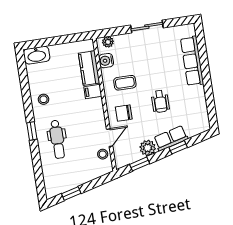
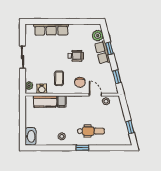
plant: (148, 148) -> (98, 36), moved

